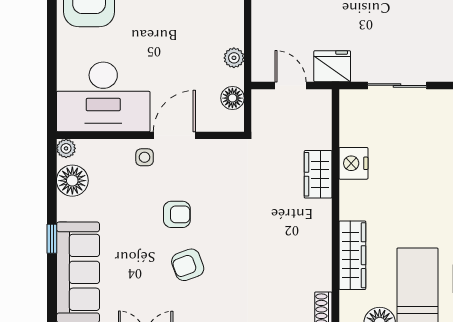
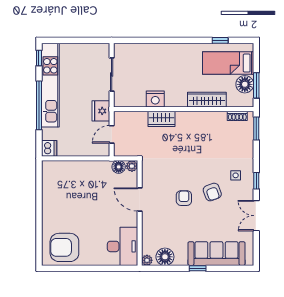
plant: (234, 58) -> (132, 166), moved
desk: (103, 97) -> (122, 246), width x0.73, depth x0.77
side table: (145, 157) -> (236, 175), moved

